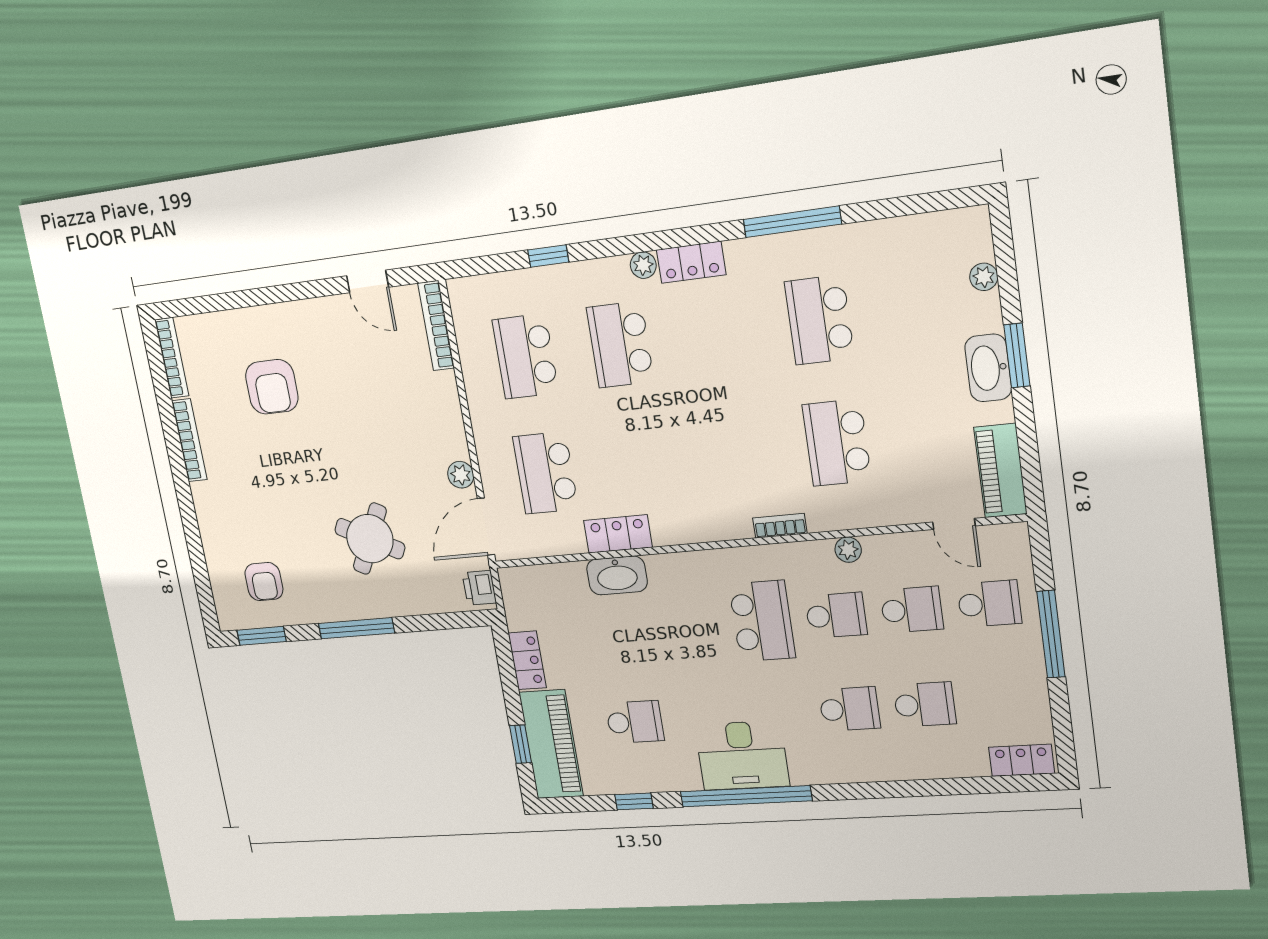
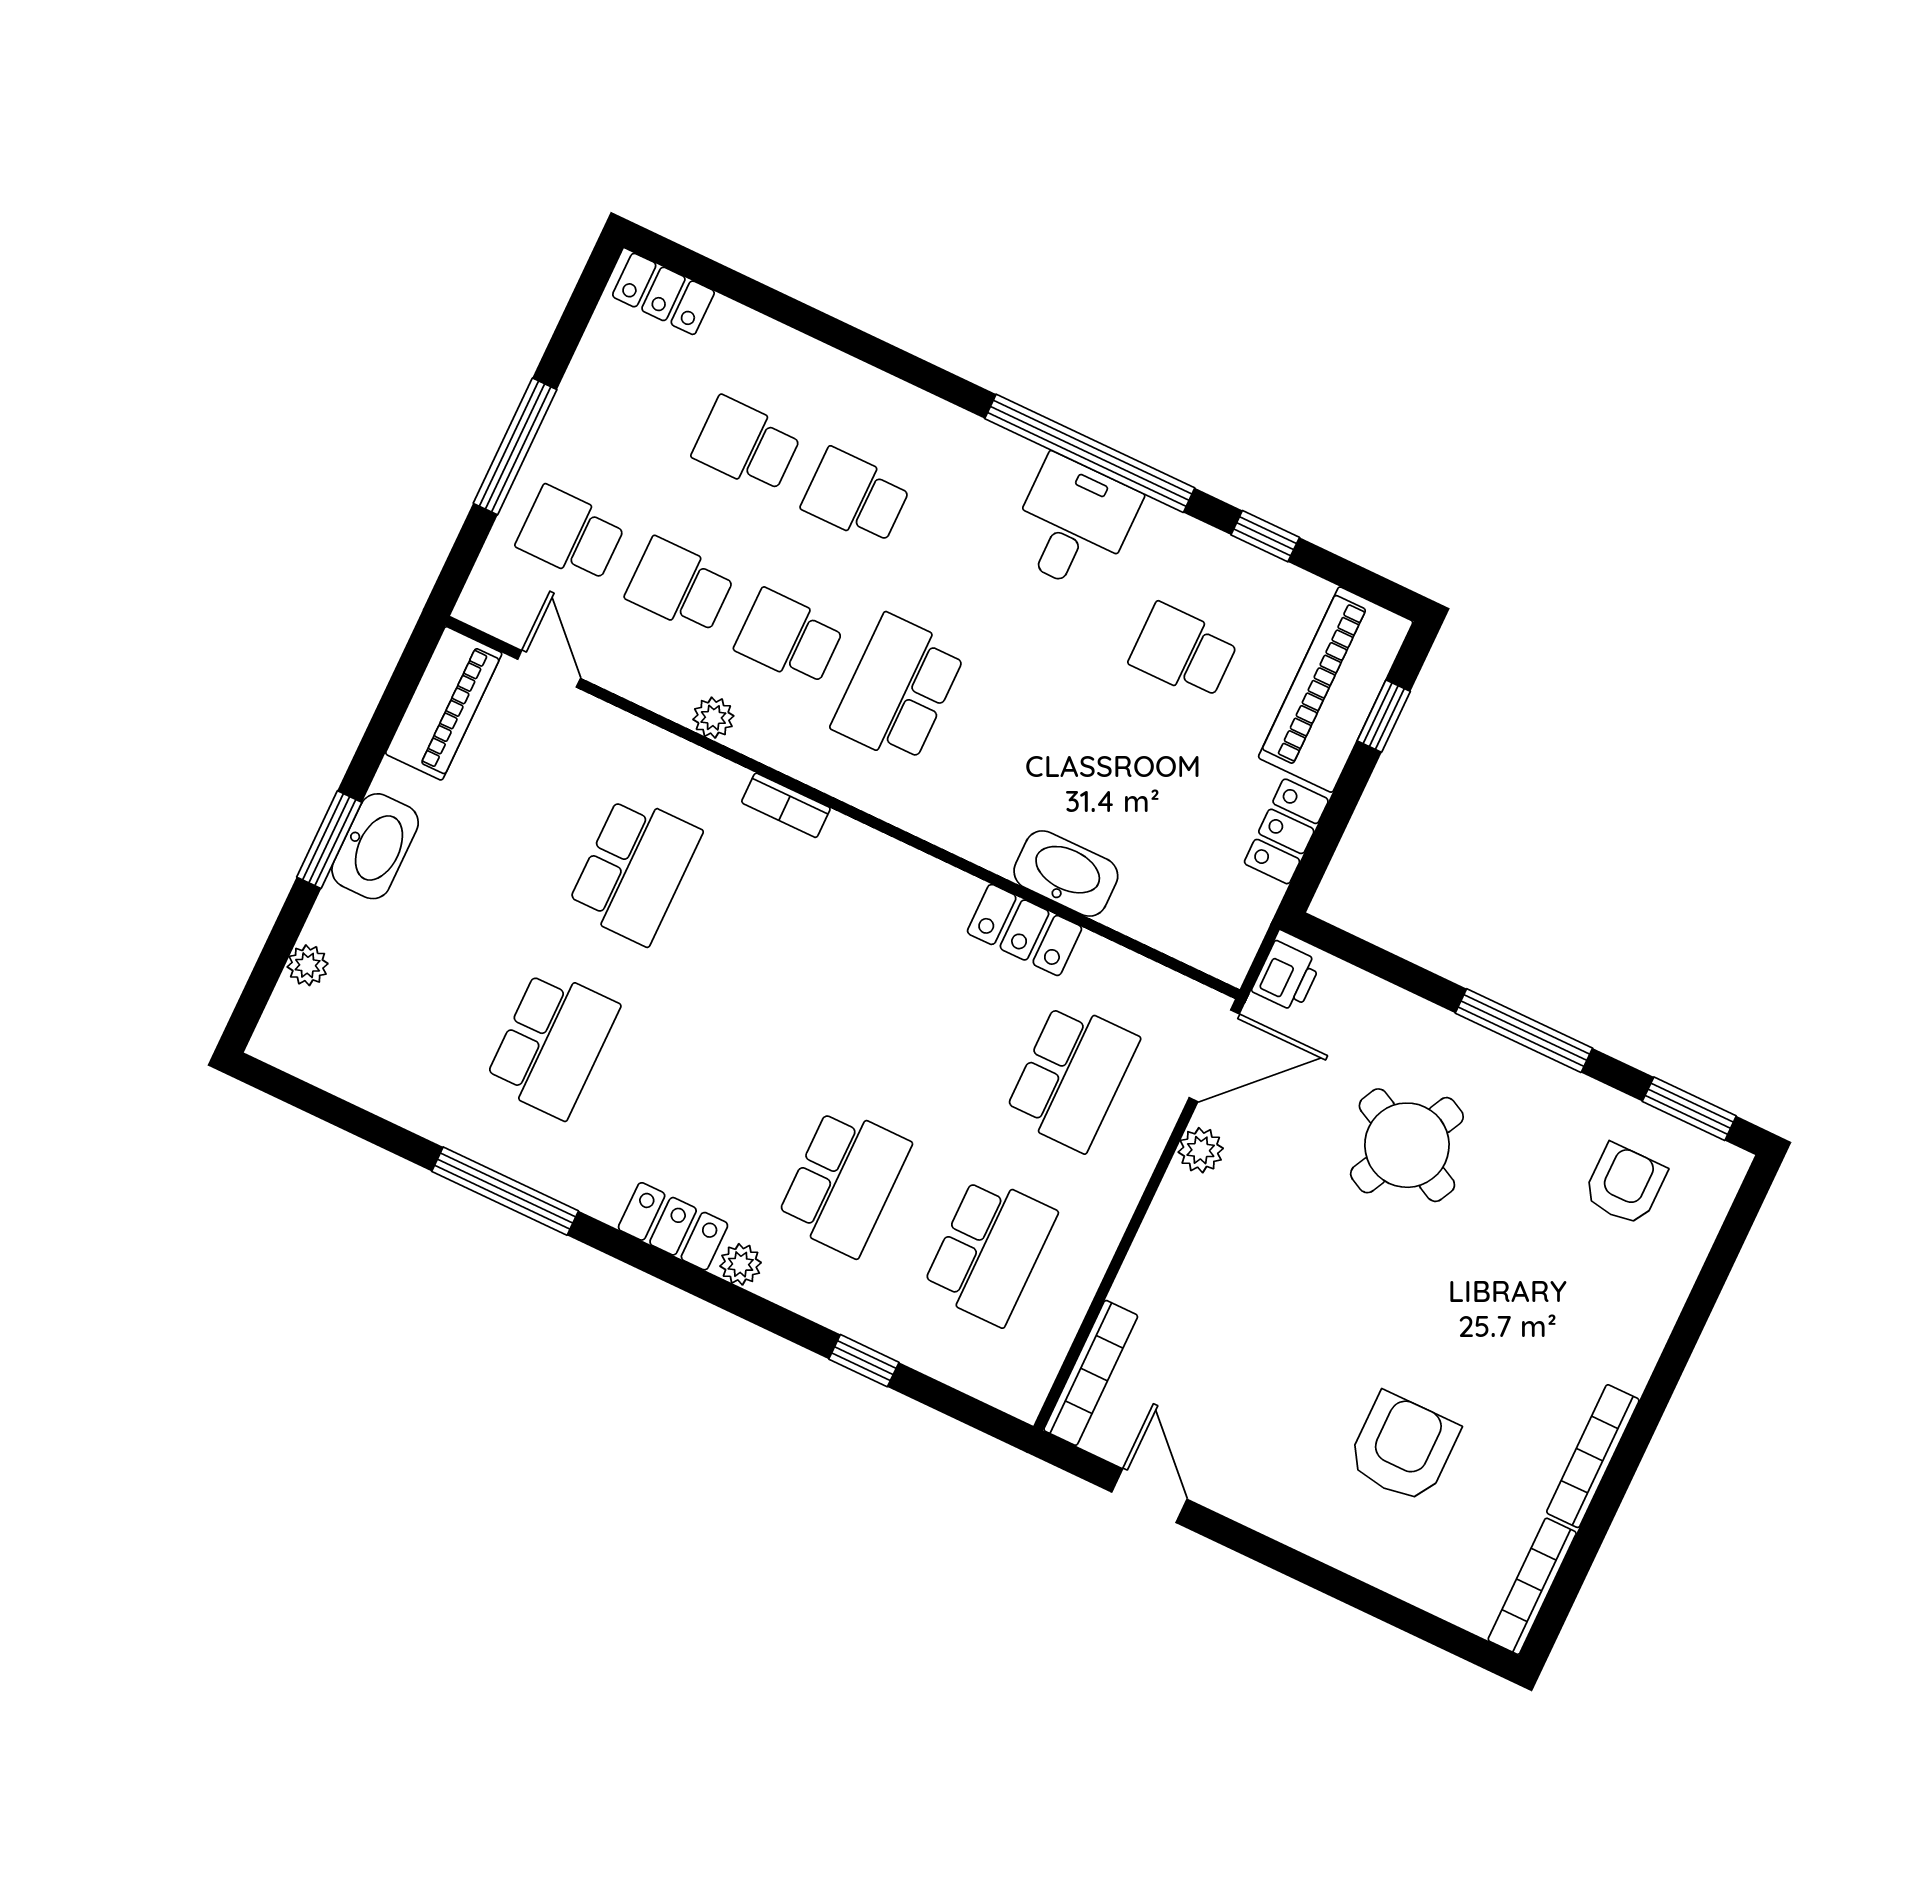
desk: (742, 755) -> (1073, 524), width x0.73

